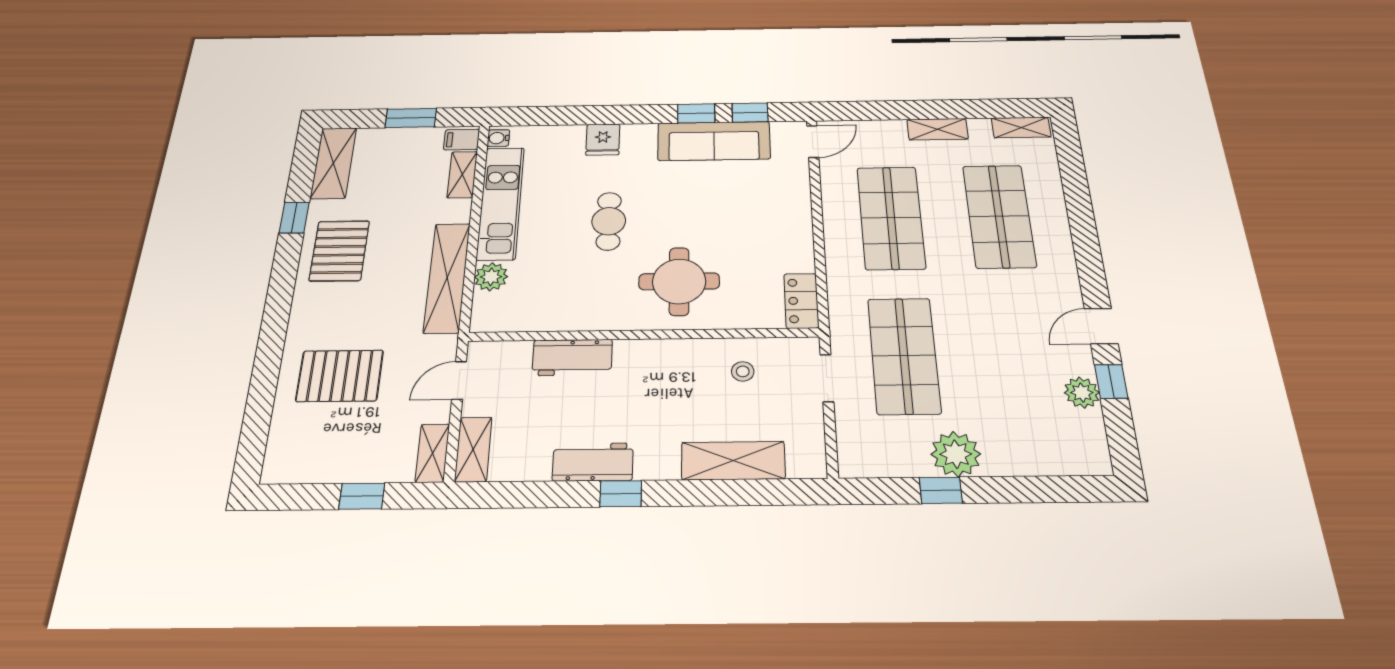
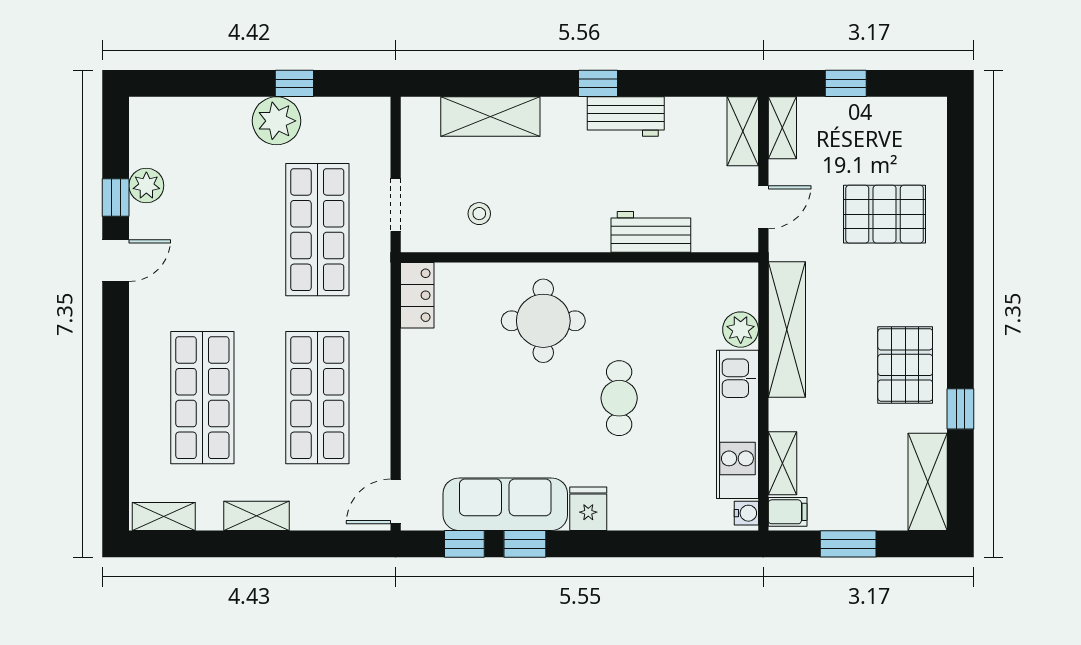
fridge: (603, 140) -> (588, 509), moved

